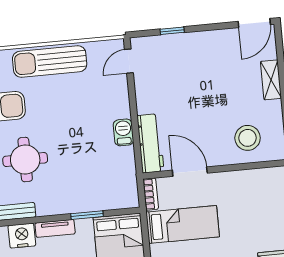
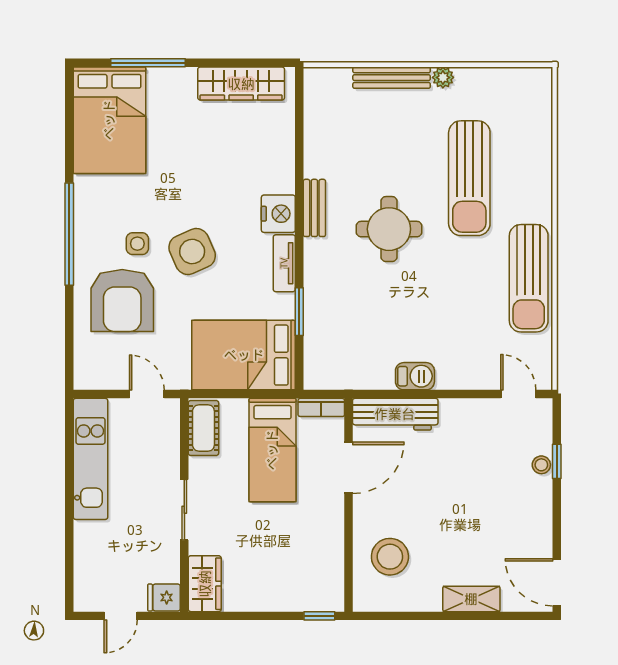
stool: (175, 41) -> (541, 465), added
sun lounger: (50, 62) -> (529, 278), turned 180

